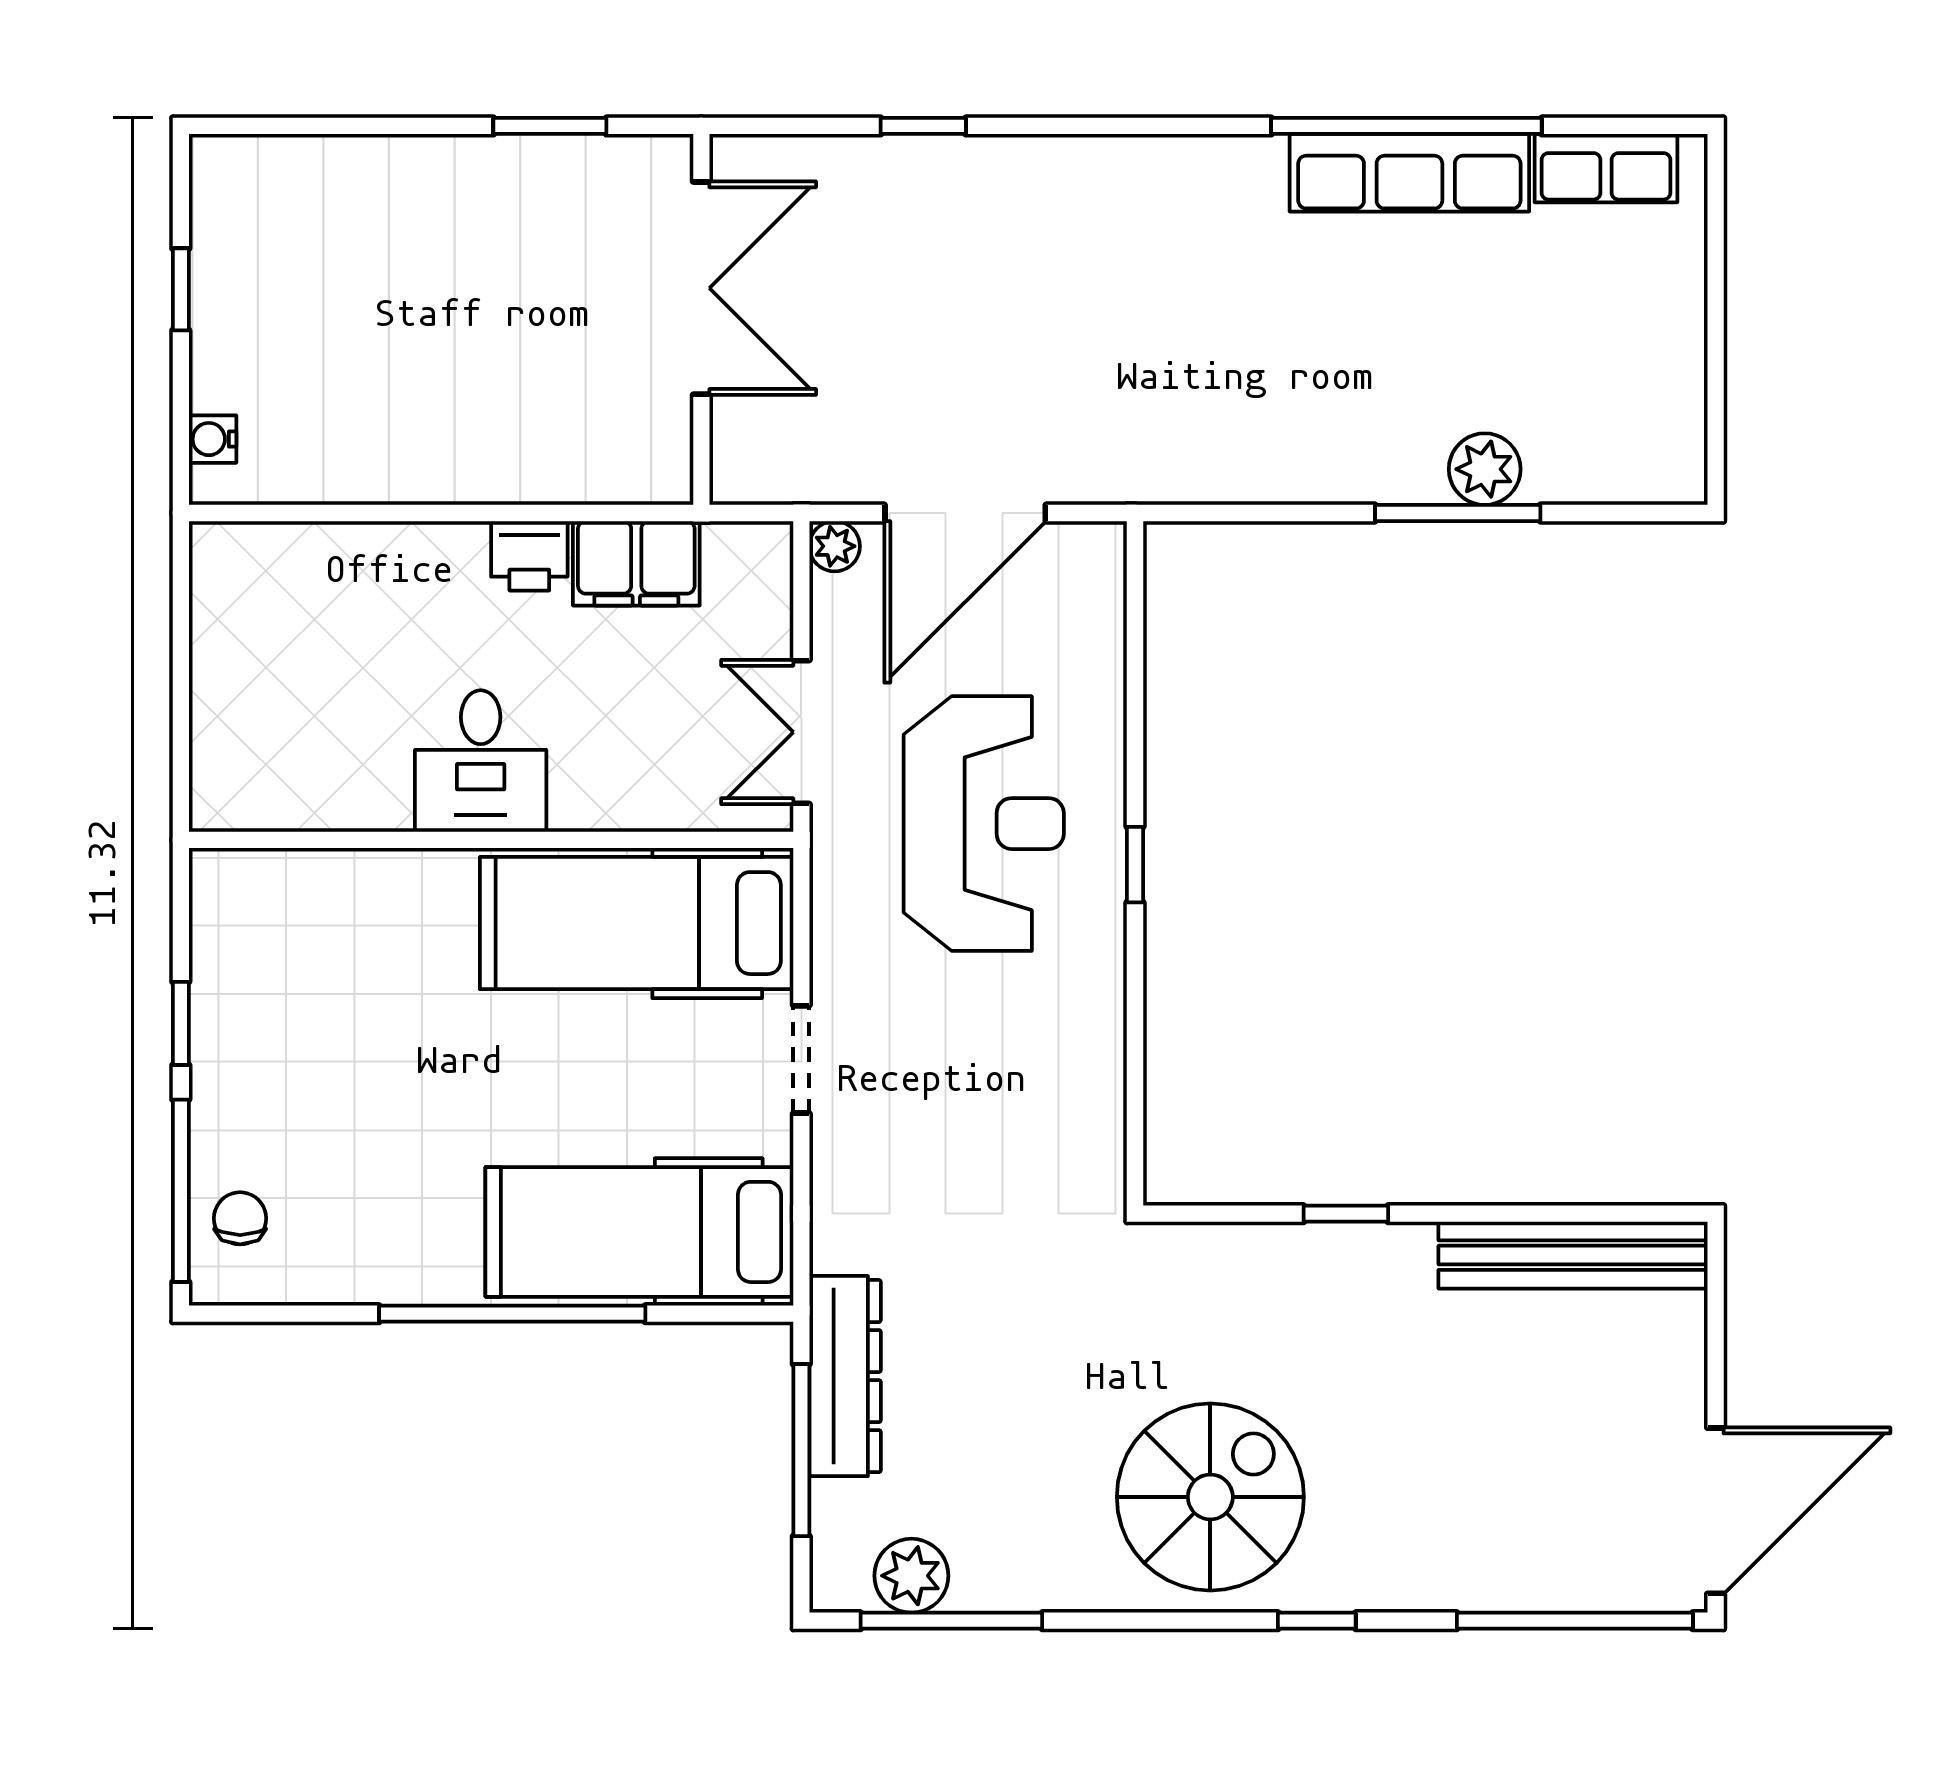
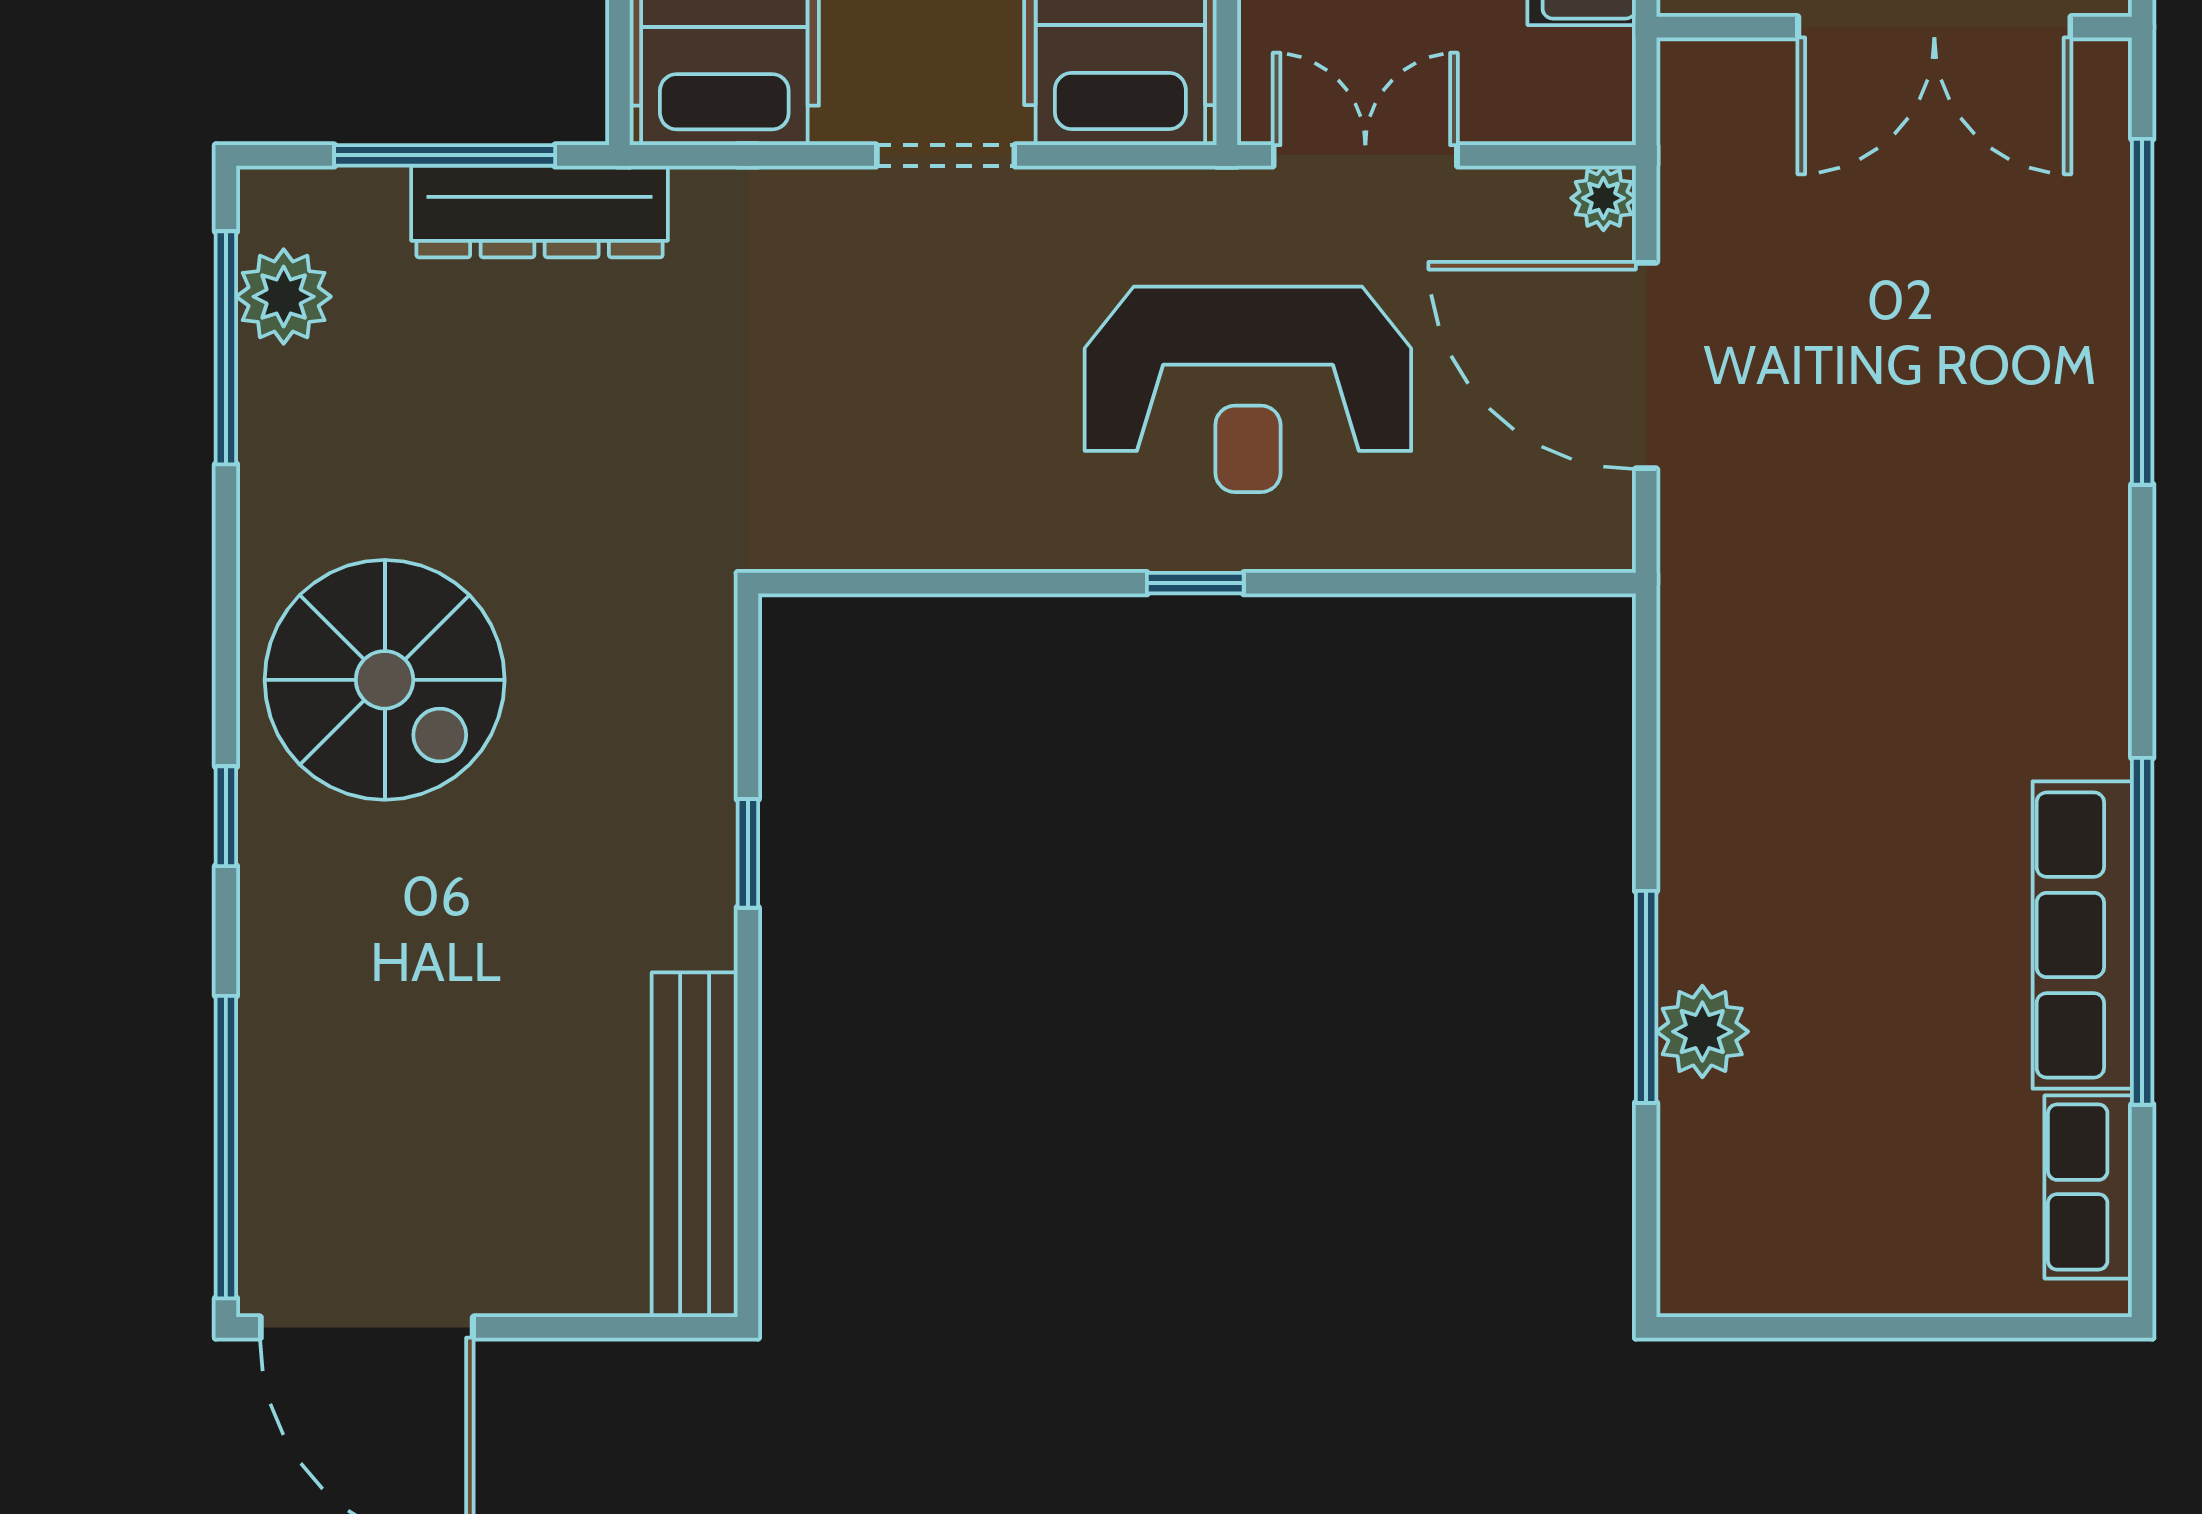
window: (923, 126) -> (2142, 312), width x3.17

